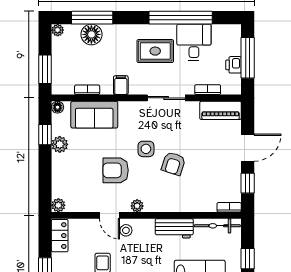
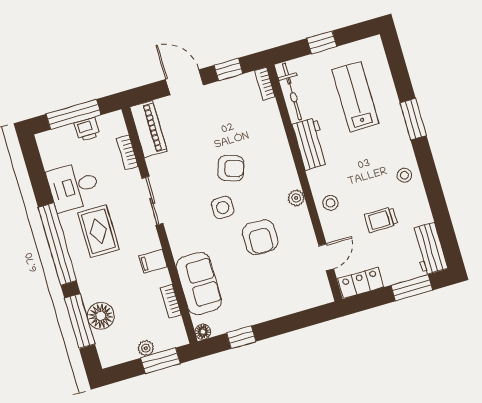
window: (181, 18) -> (57, 244), moved
plant: (58, 30) -> (146, 348), moved
plant: (60, 144) -> (248, 316), removed
plant: (58, 205) -> (324, 295), removed
door: (109, 215) -> (326, 257), moved

